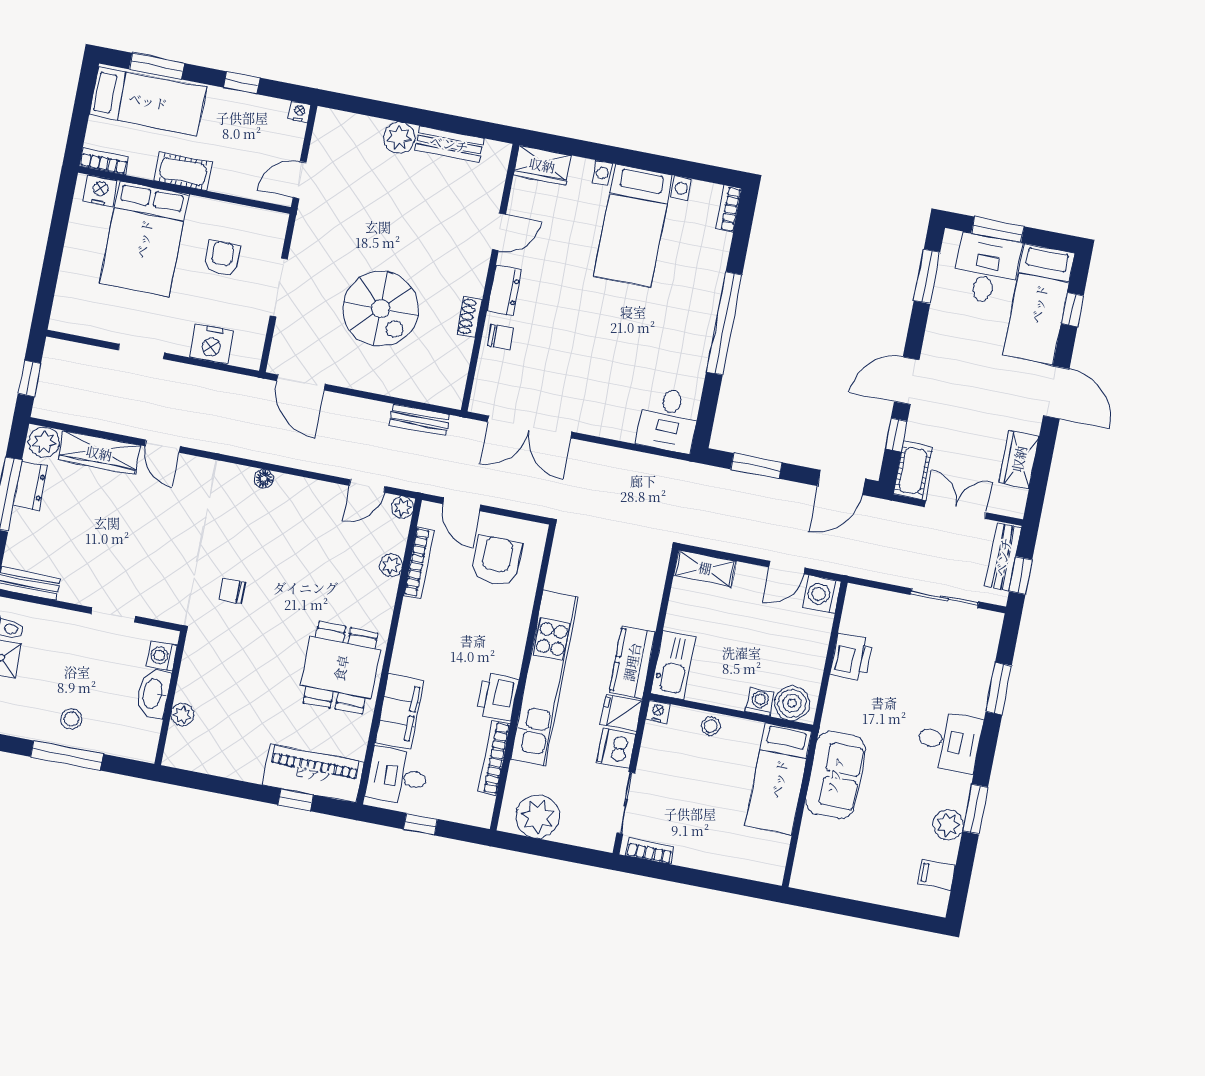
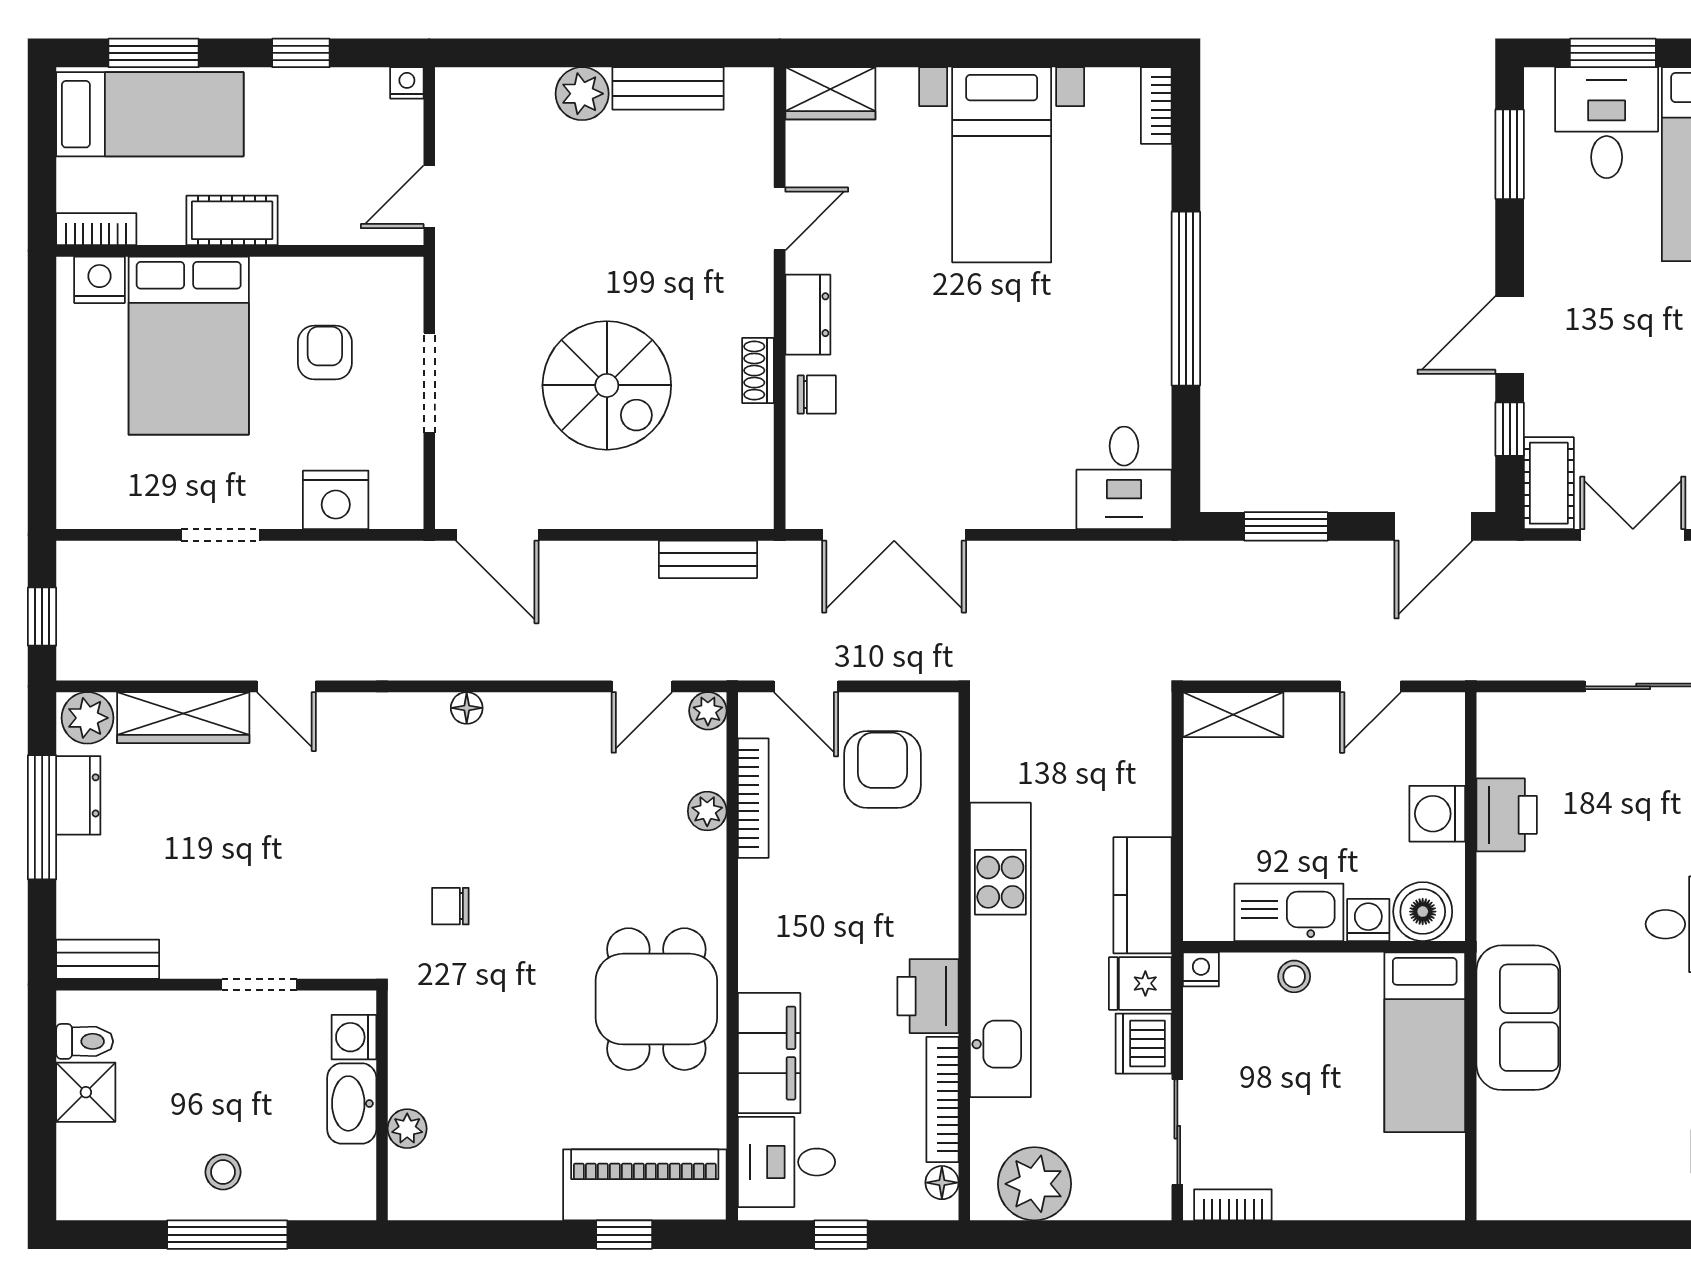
washing machine: (822, 594) -> (1437, 814), moved
kitchen sink: (673, 665) -> (1289, 912), moved, turned -90
floor lamp: (485, 806) -> (942, 1183), added

